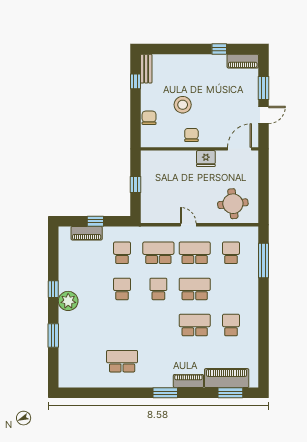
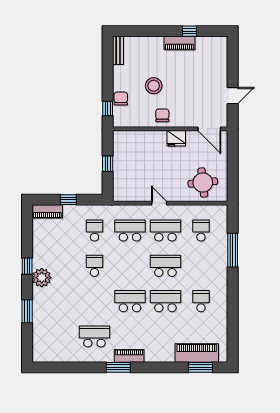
piano: (243, 61) -> (179, 43), moved
window: (135, 81) -> (108, 108), moved
window: (263, 88) -> (233, 69), removed
door: (239, 149) -> (209, 129), swing flipped
piano: (87, 233) -> (47, 211), moved
window: (263, 261) -> (233, 250), moved
school desk: (158, 289) -> (130, 301), moved, width x1.85
piano: (188, 381) -> (129, 356), moved
window: (165, 393) -> (118, 367), moved

